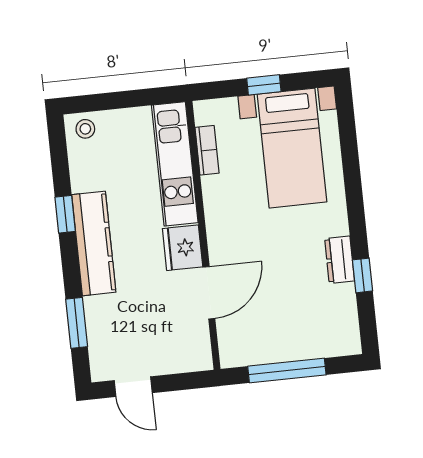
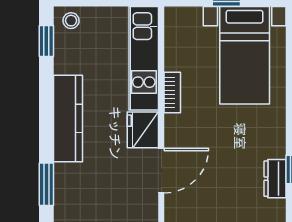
bookcase: (207, 150) -> (172, 92), moved
window: (65, 214) -> (46, 41), moved
dresser: (340, 260) -> (275, 179), moved

